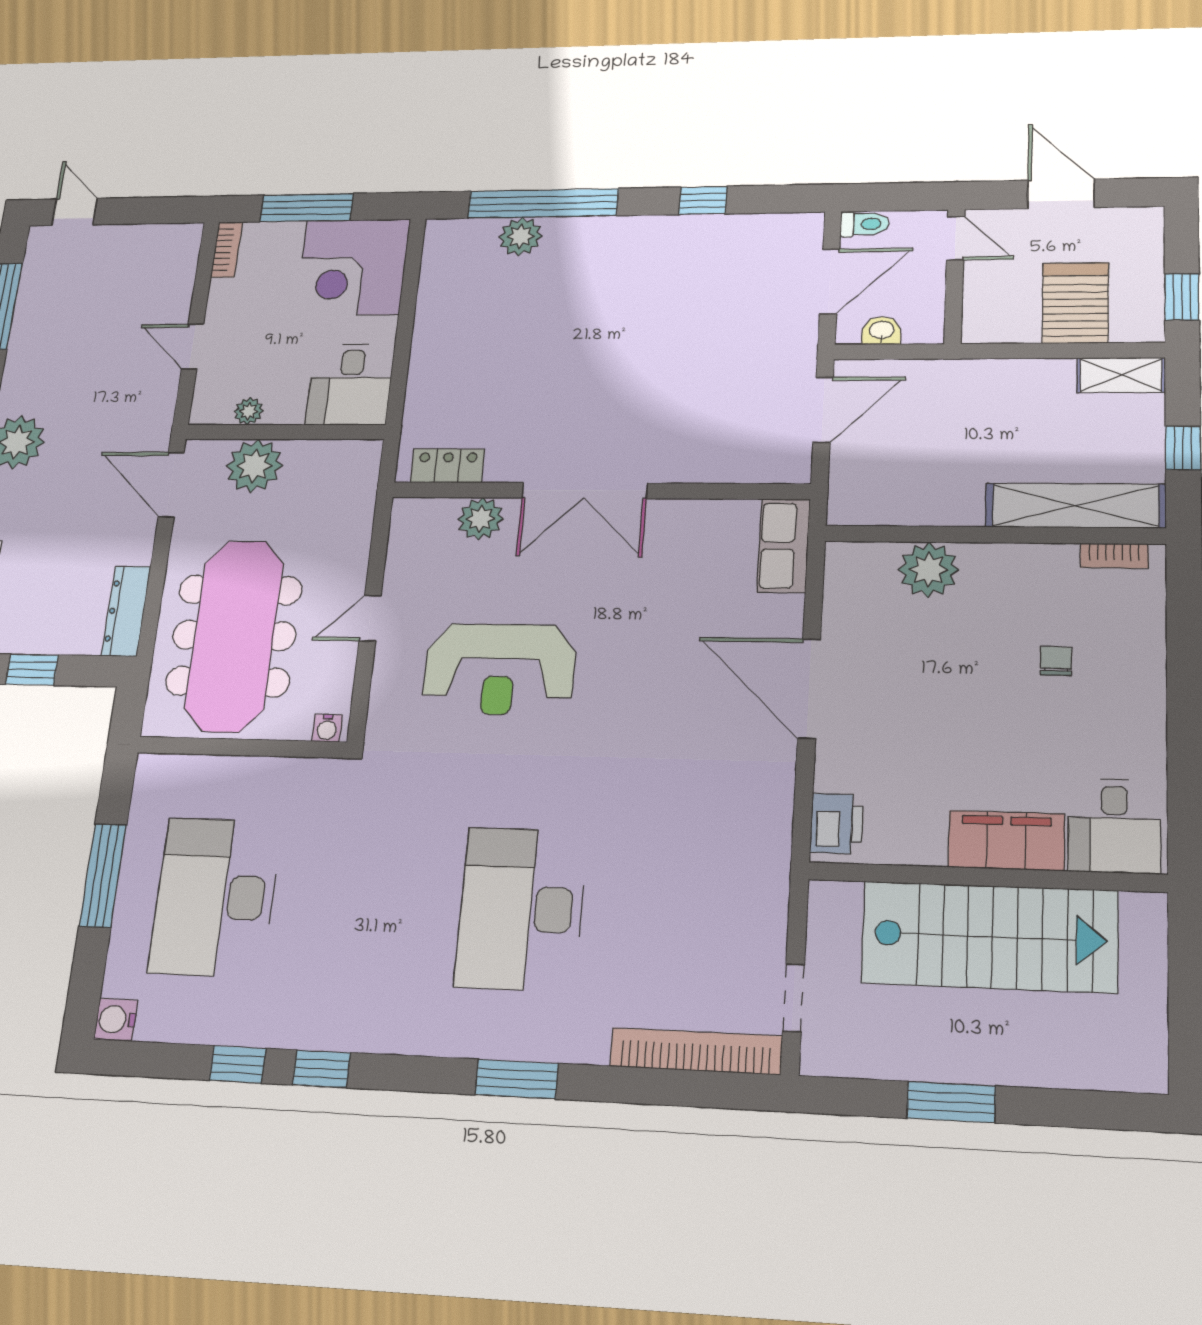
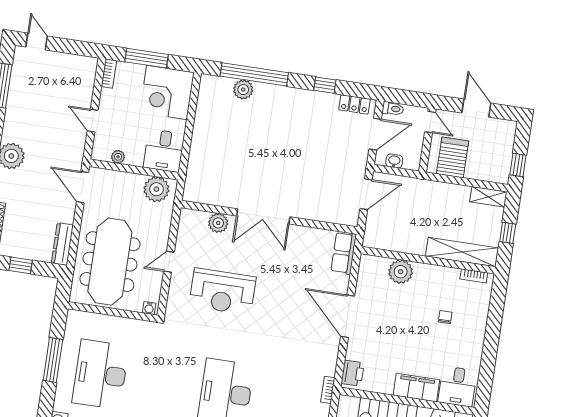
server rack: (1075, 303) -> (453, 157), moved
plant: (254, 466) -> (156, 189), moved
locker: (447, 466) -> (354, 104), moved, turned 180
bookcase: (778, 872) -> (328, 390), added

